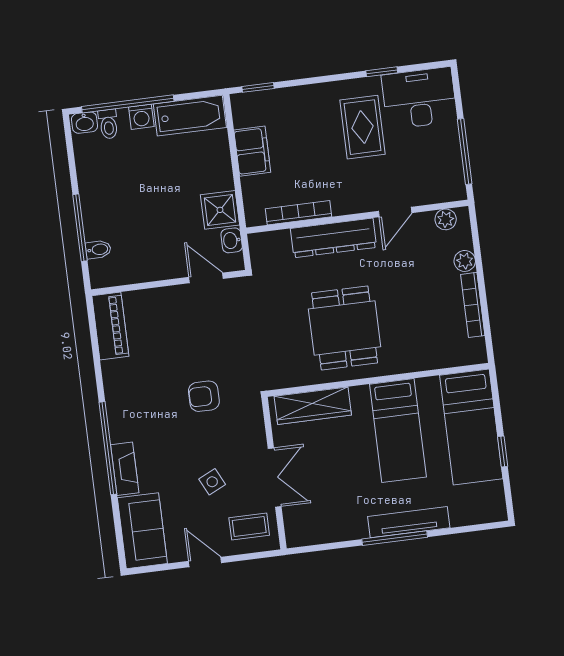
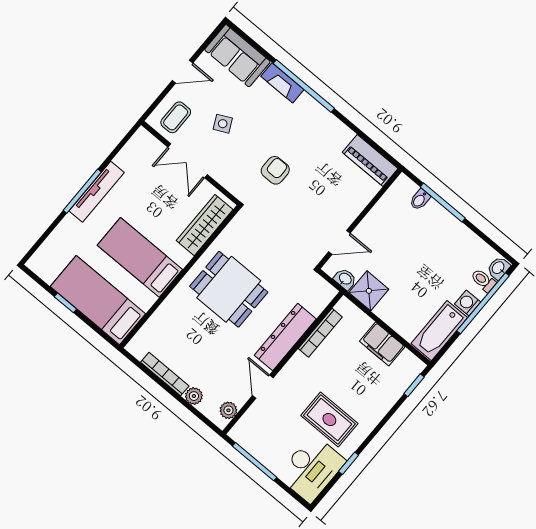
tv unit: (409, 522) -> (97, 192), moved

